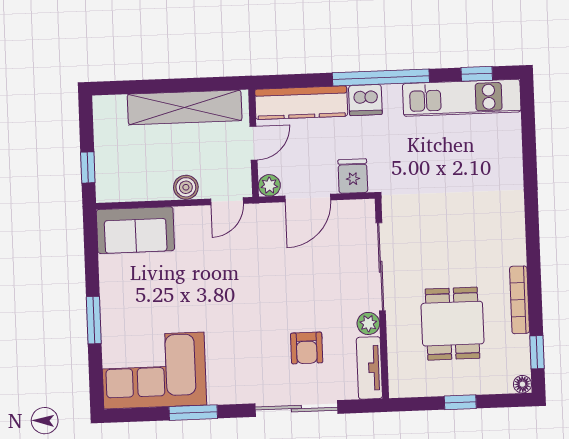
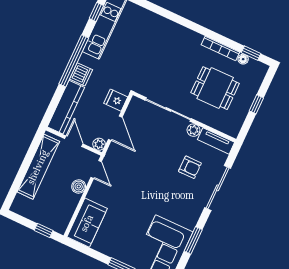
floor lamp: (522, 384) -> (243, 59), moved

